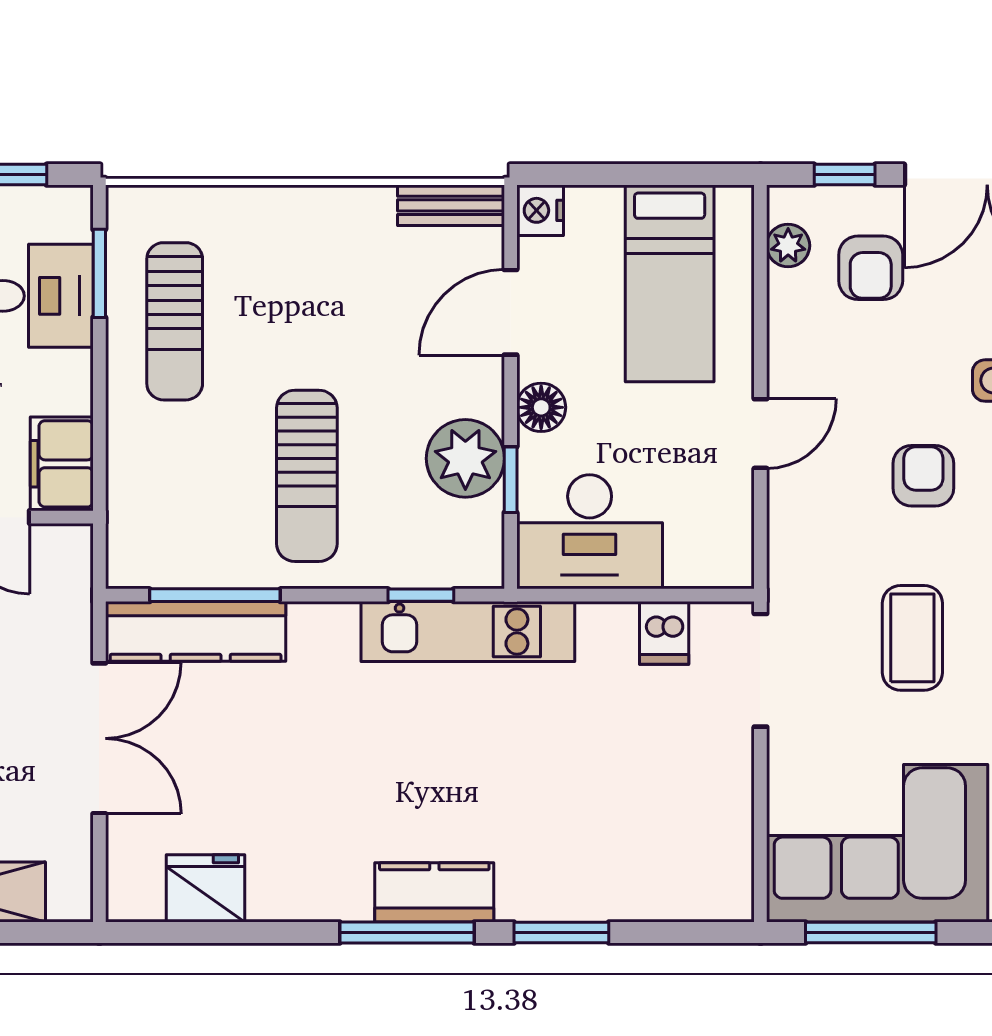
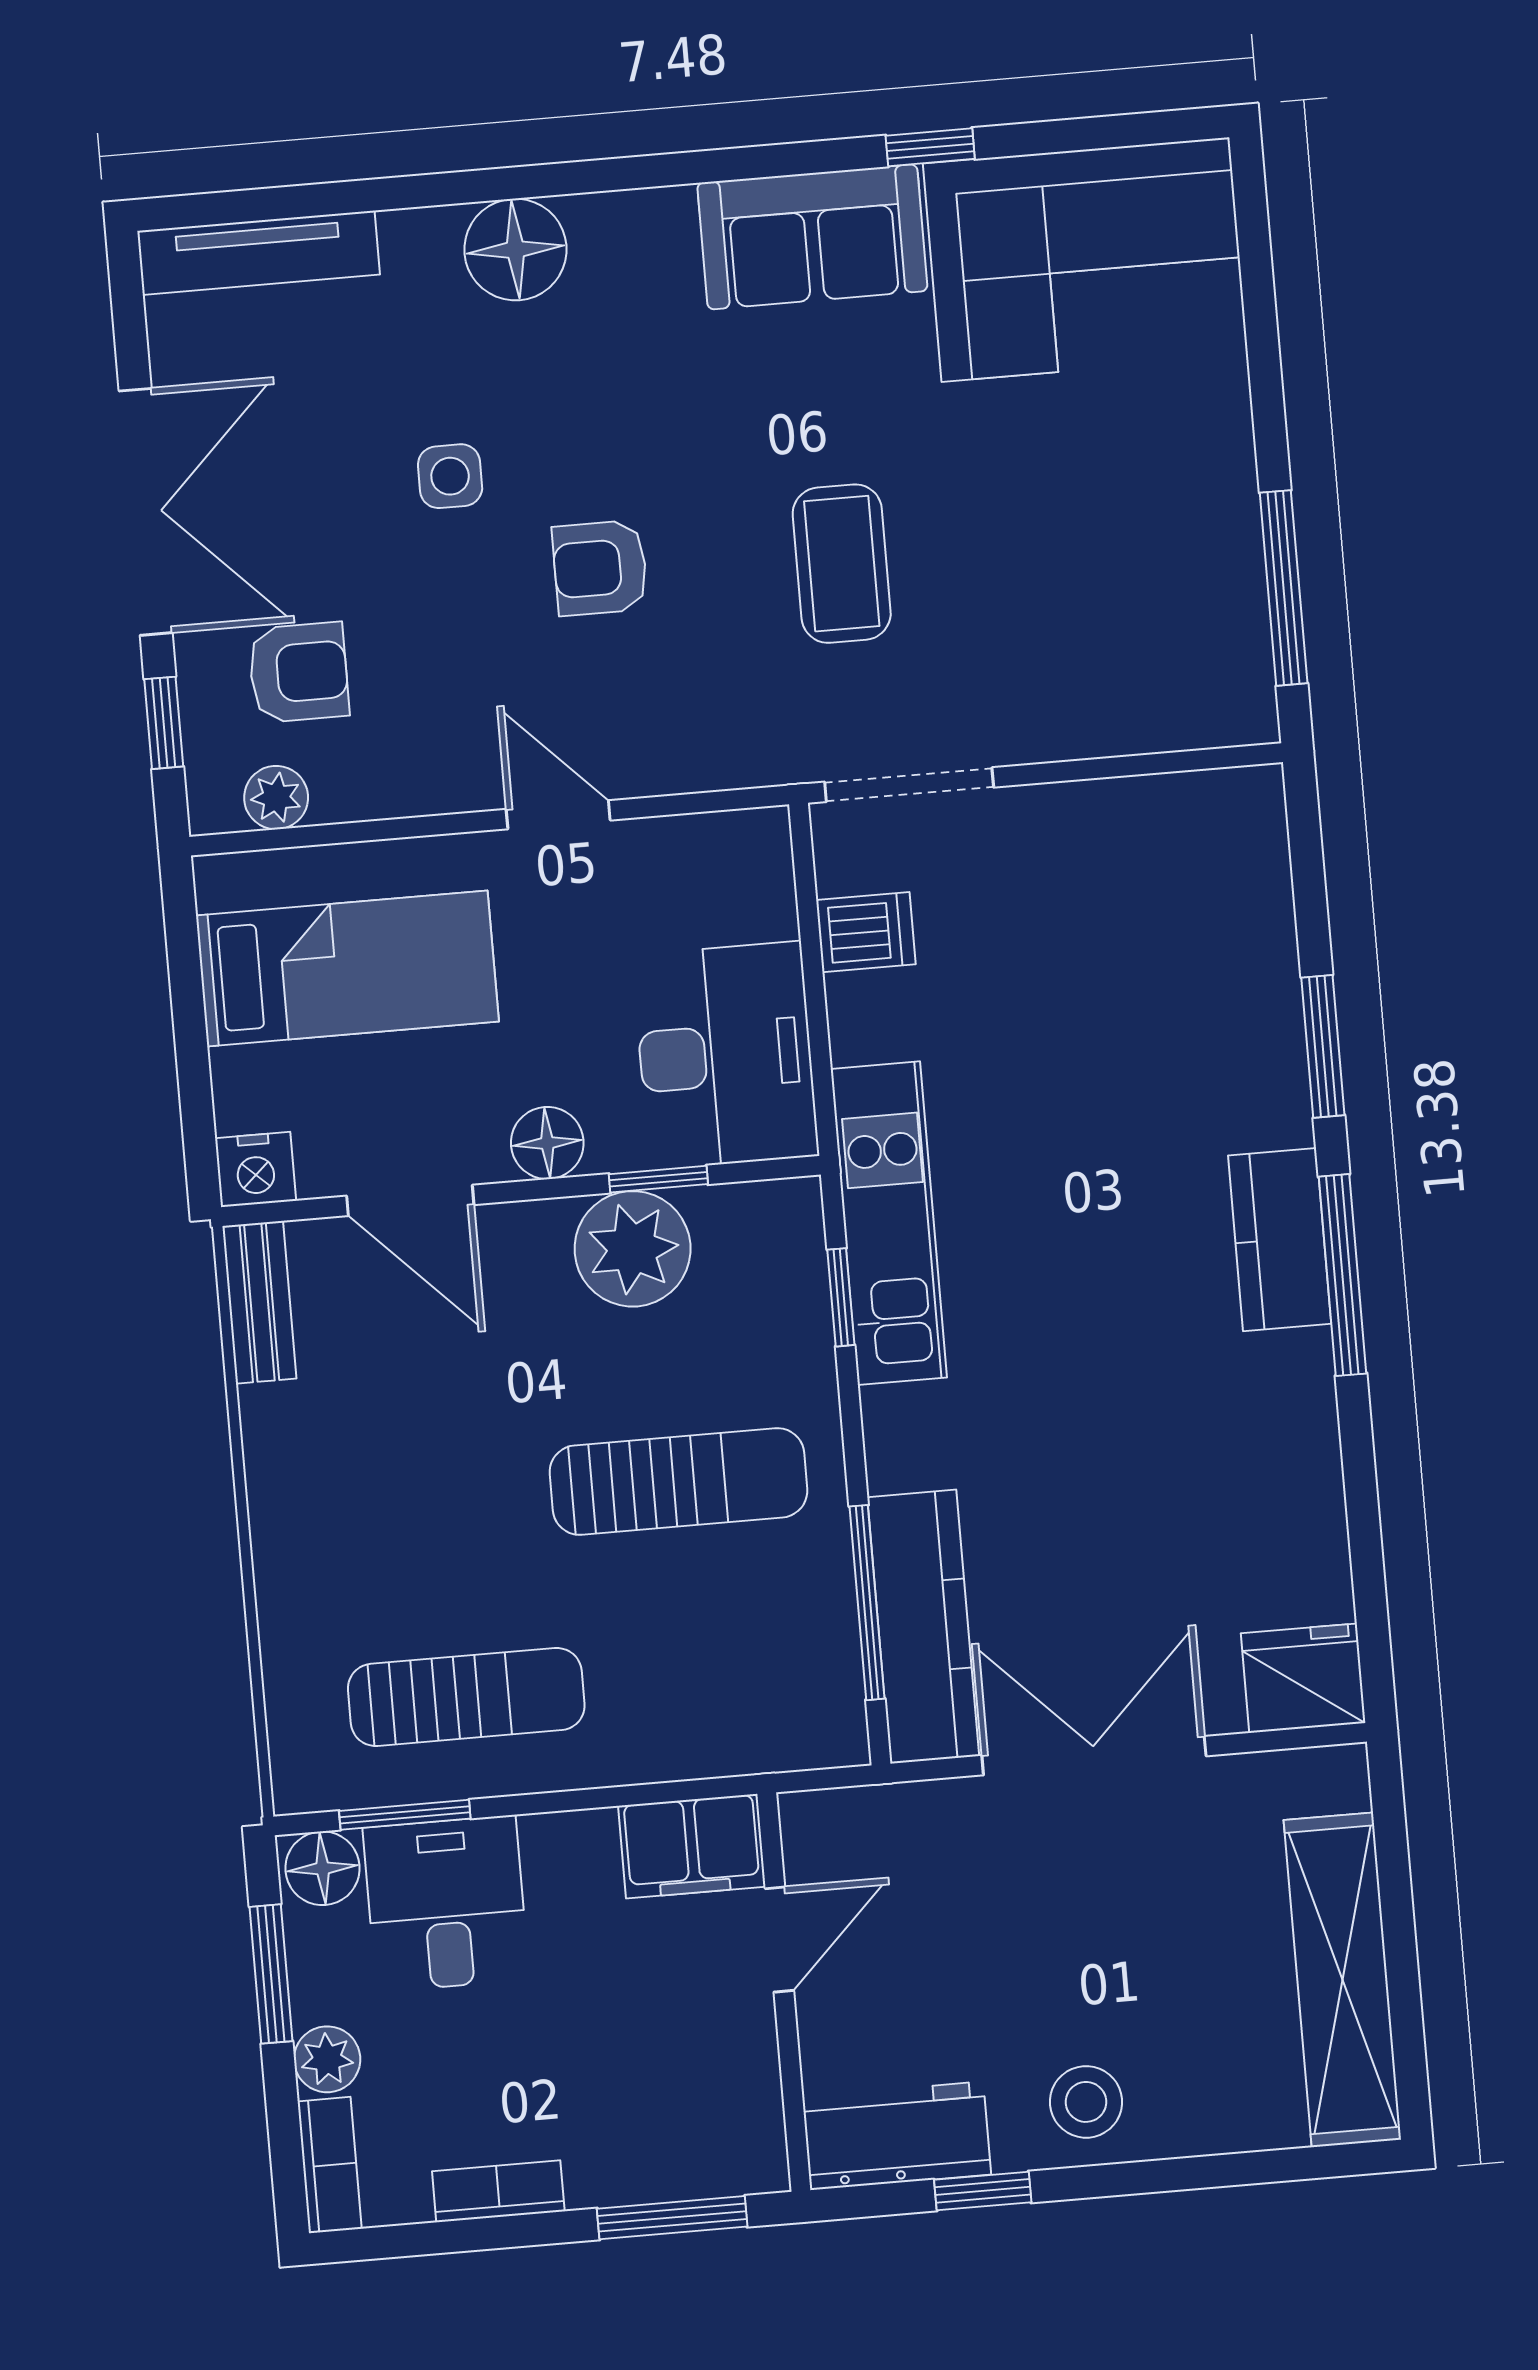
floor lamp: (68, 215) -> (323, 1868), added
coffee table: (912, 638) -> (842, 564), turned 90
corner sofa: (877, 843) -> (1151, 590), removed
fridge: (206, 888) -> (1303, 1678), moved, turned 90

